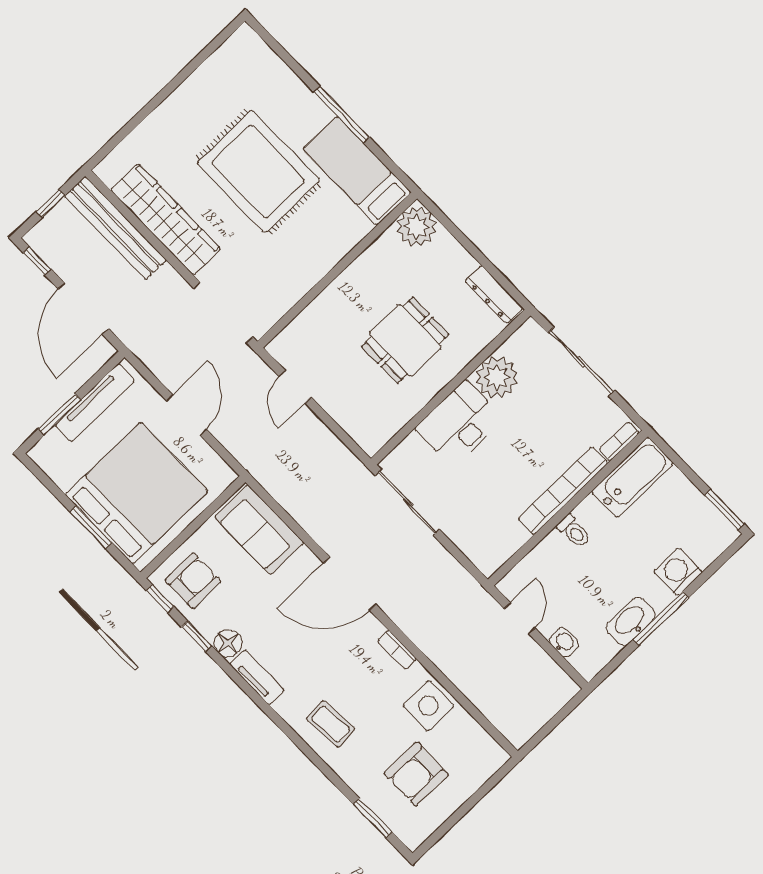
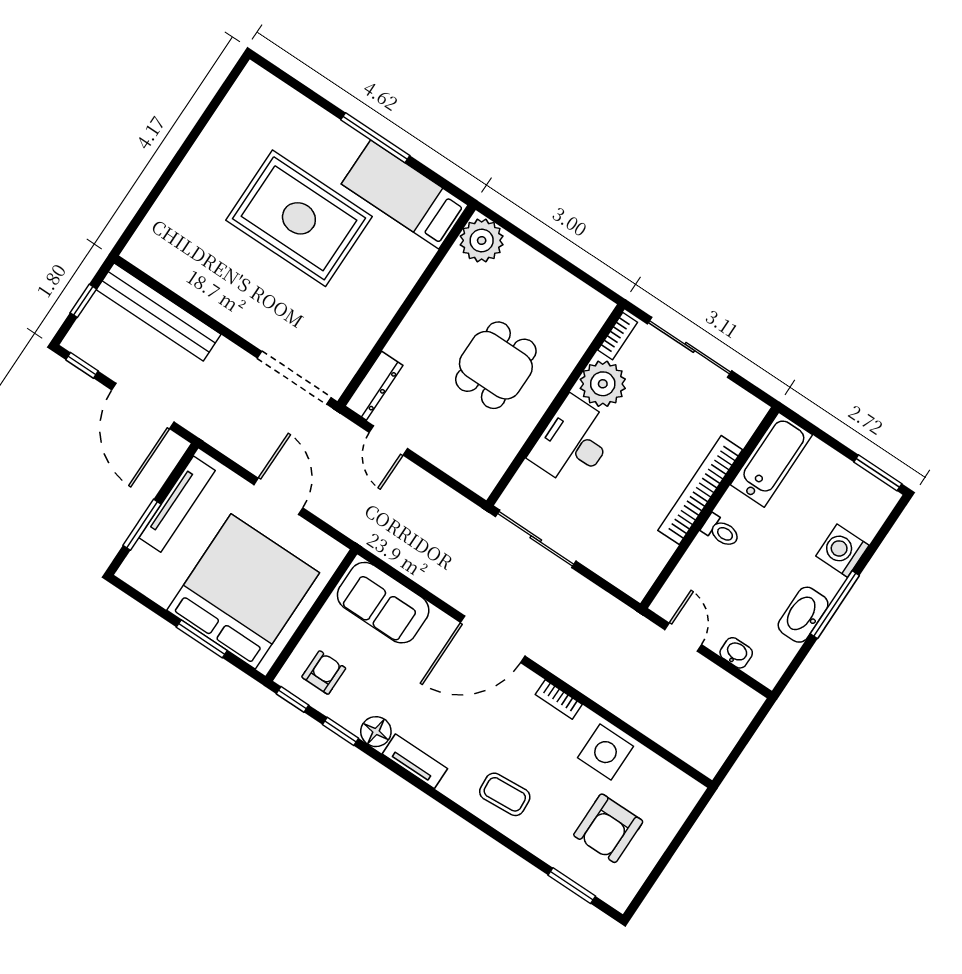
wardrobe: (166, 219) -> (211, 291), removed
dresser: (494, 295) -> (374, 386), moved, turned -90
bookcase: (619, 441) -> (618, 336), moved, turned 180
armchair: (193, 581) -> (324, 673), width x0.72, depth x0.72

